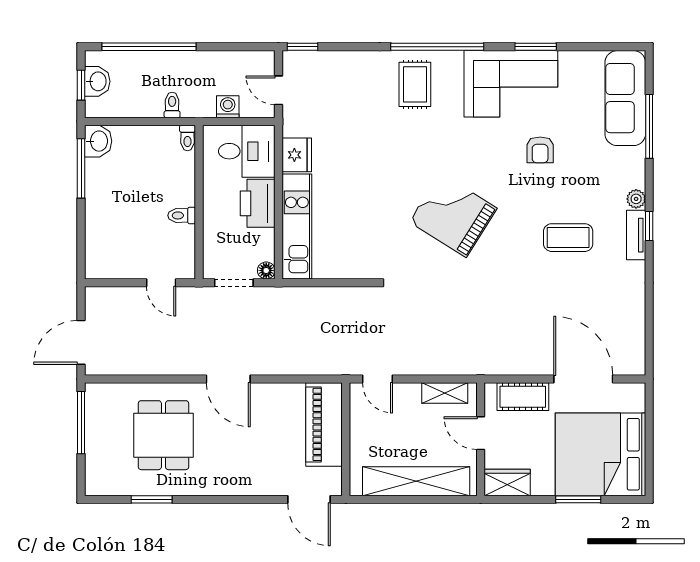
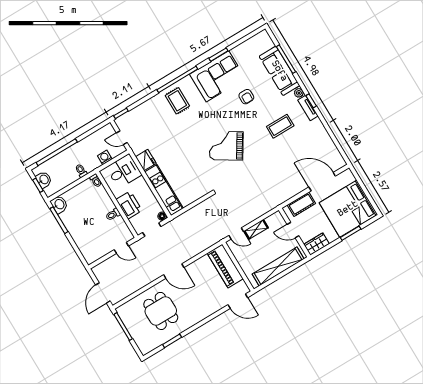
sofa: (625, 98) -> (279, 71), moved
printer: (258, 203) -> (129, 205), moved, turned 180
shelving: (445, 393) -> (256, 229), moved

